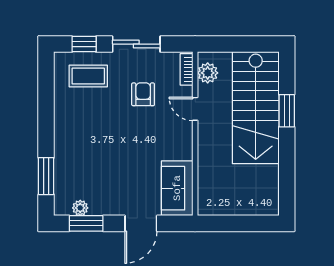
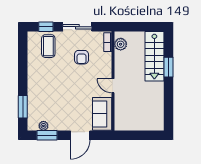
coffee table: (88, 76) -> (48, 46), turned 90
armchair: (143, 94) -> (82, 57), turned 180
stairs: (256, 108) -> (154, 56), width x0.73, depth x0.66
door: (195, 109) -> (113, 86), moved

